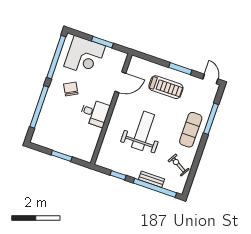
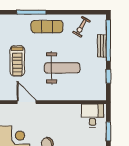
treadmill: (166, 87) -> (17, 61), turned 180
desk: (95, 113) -> (92, 115), moved
weight bench: (143, 131) -> (62, 68), turned 180

